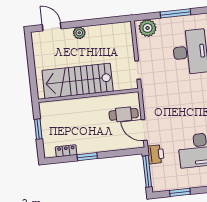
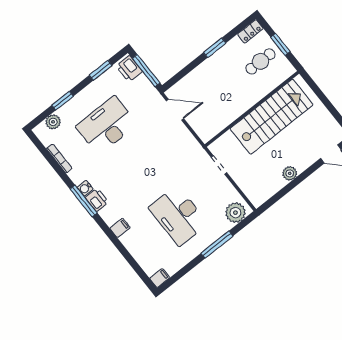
plant: (79, 33) -> (290, 173), moved
cafe table: (124, 114) -> (260, 61), moved
locker: (66, 151) -> (250, 31), moved
printer: (156, 154) -> (129, 69), moved

